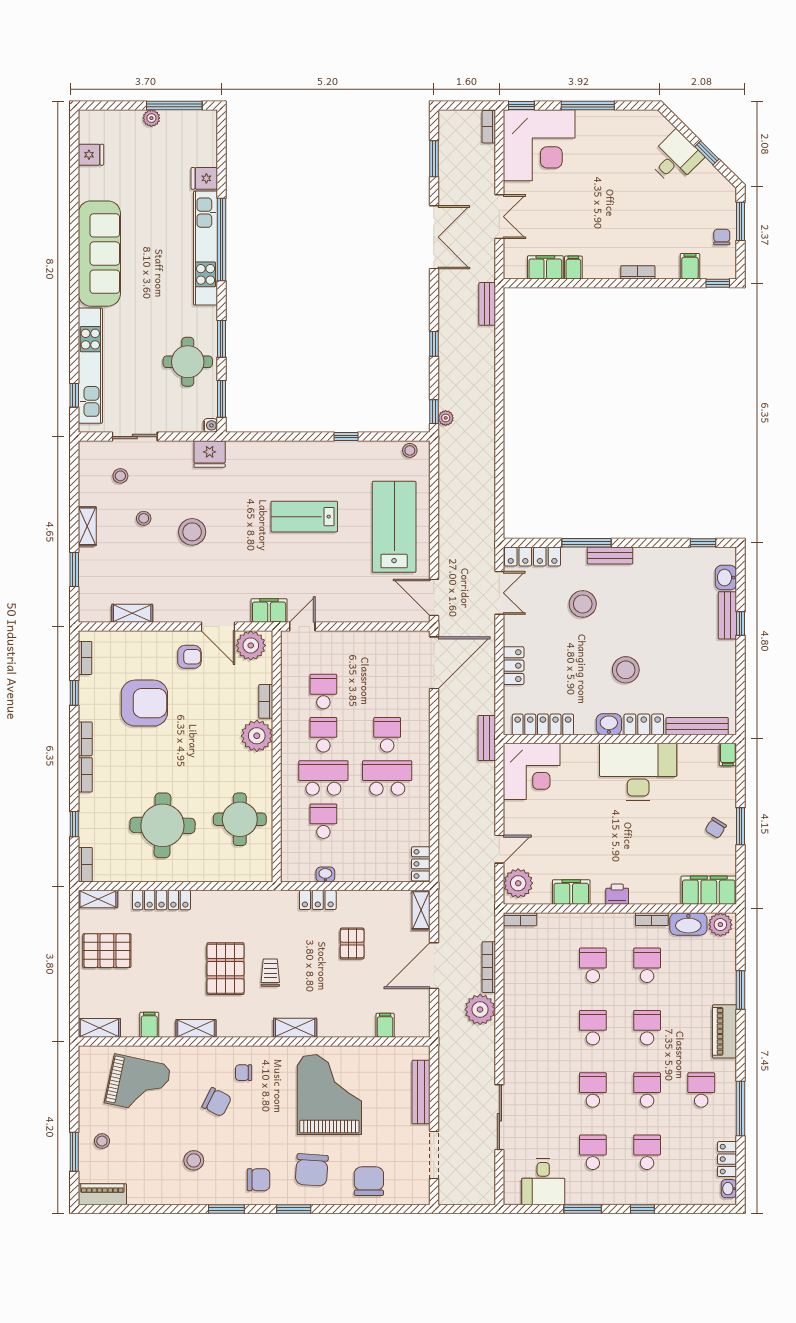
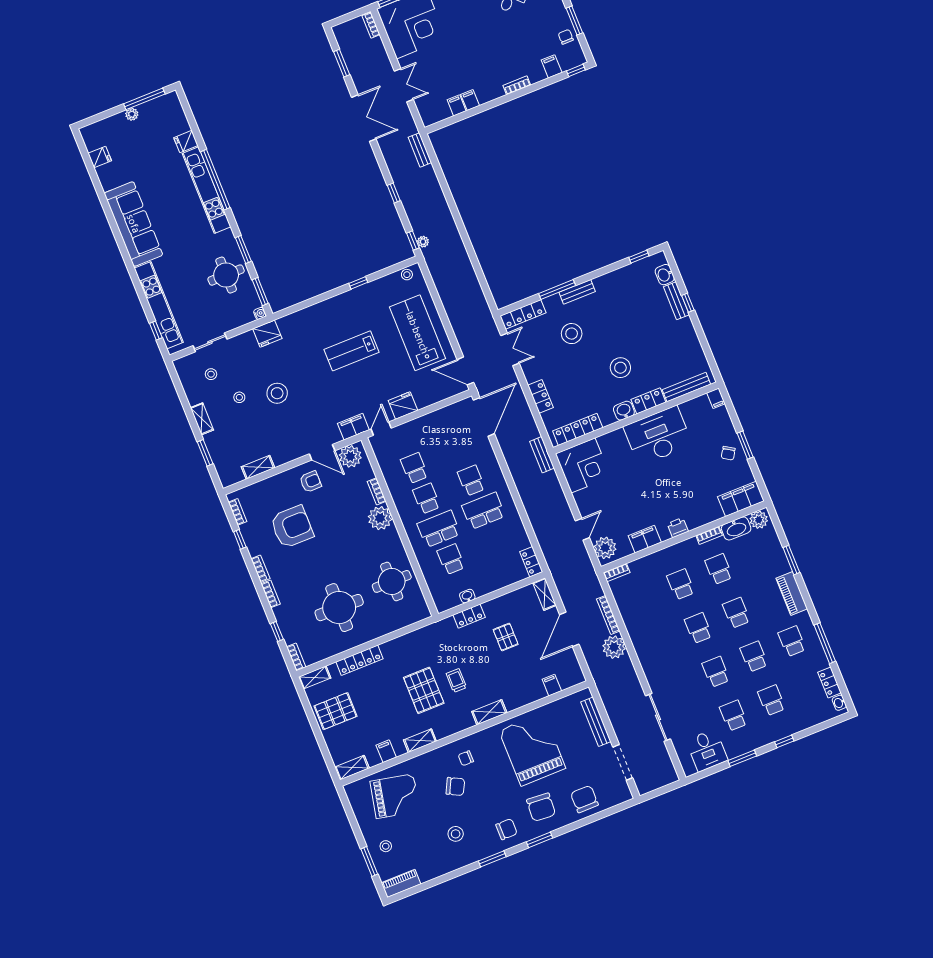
filing cabinet: (545, 267) -> (457, 105), width x0.50
fridge: (340, 609) -> (403, 405), added

